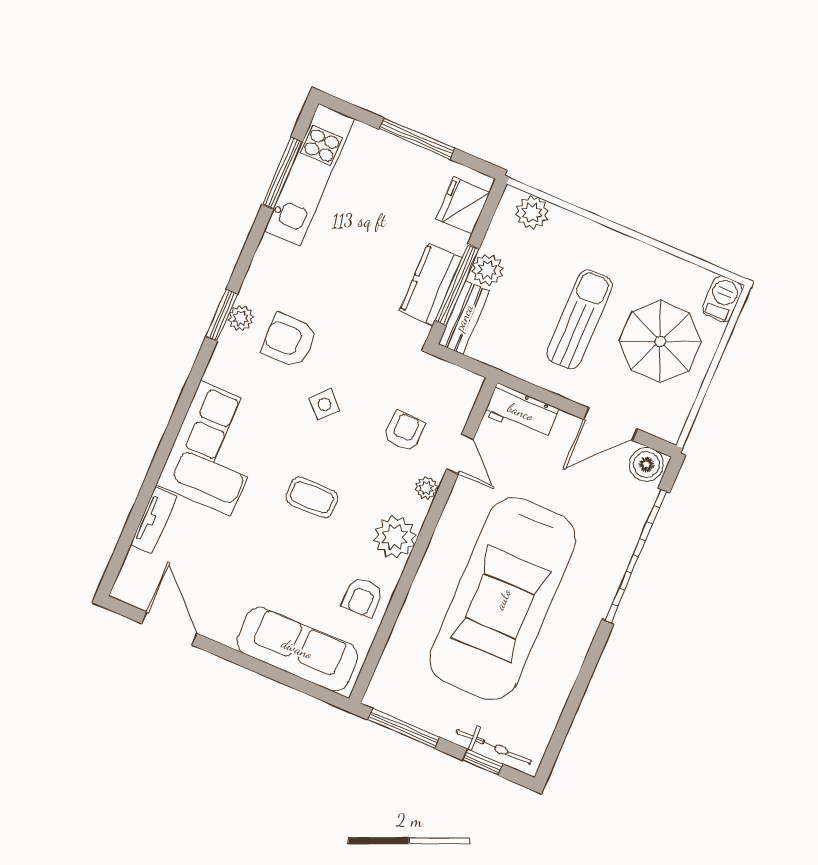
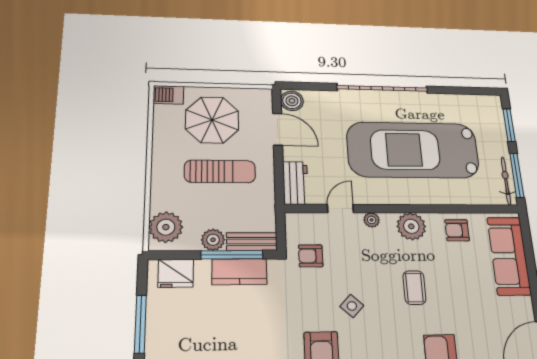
plant: (532, 213) -> (166, 227), width x1.36, depth x1.36
sun lounger: (579, 319) -> (220, 171), turned 180
armchair: (404, 431) -> (311, 256), moved
garage door: (636, 556) -> (382, 88), moved
armchair: (363, 597) -> (457, 230), turned 180
car: (503, 599) -> (413, 150), turned 180
bicycle: (494, 747) -> (506, 181), moved
window: (483, 762) -> (509, 125), width x1.50

